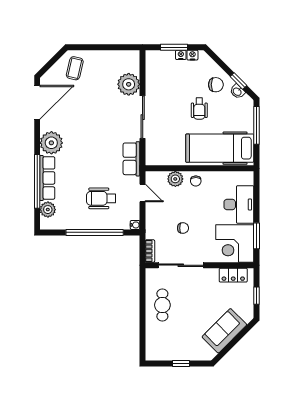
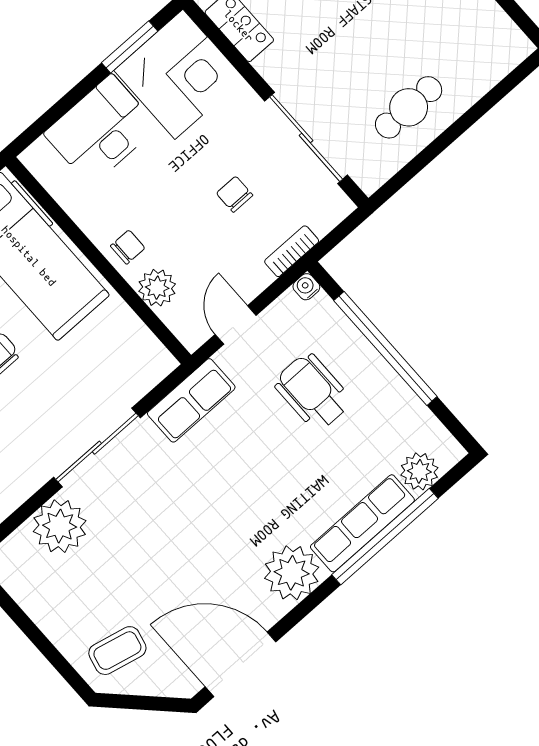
wheelchair: (101, 198) -> (313, 392), turned 180
bookcase: (150, 251) -> (292, 251), moved

